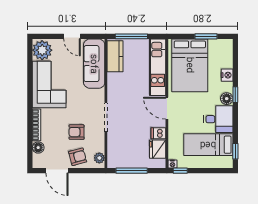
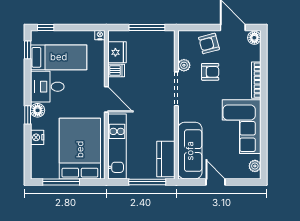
window: (206, 36) -> (61, 182), width x1.44
plant: (42, 50) -> (255, 166), width x0.53, depth x0.53
floor lamp: (38, 148) -> (254, 38), moved
plant: (99, 158) -> (184, 65), moved
window: (180, 171) -> (46, 27), moved

